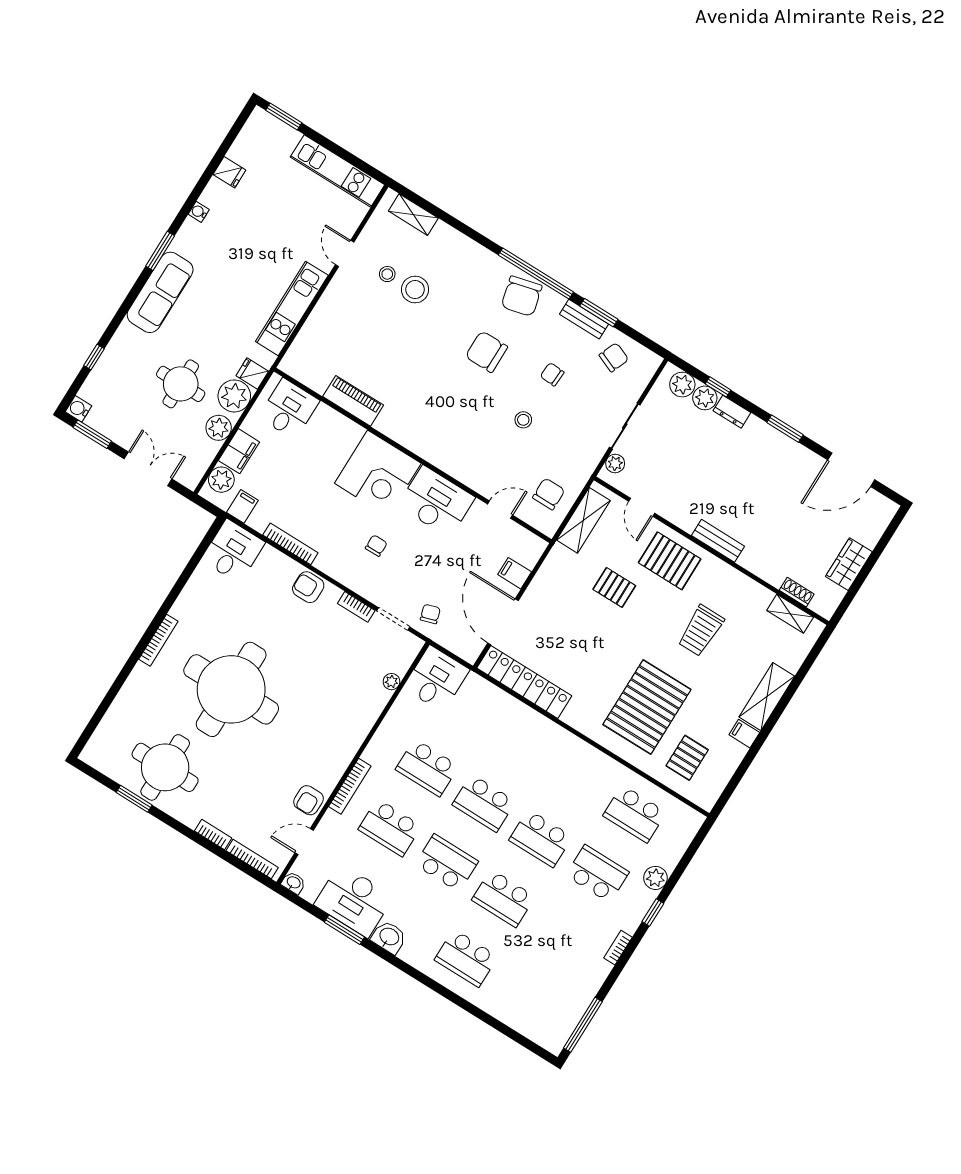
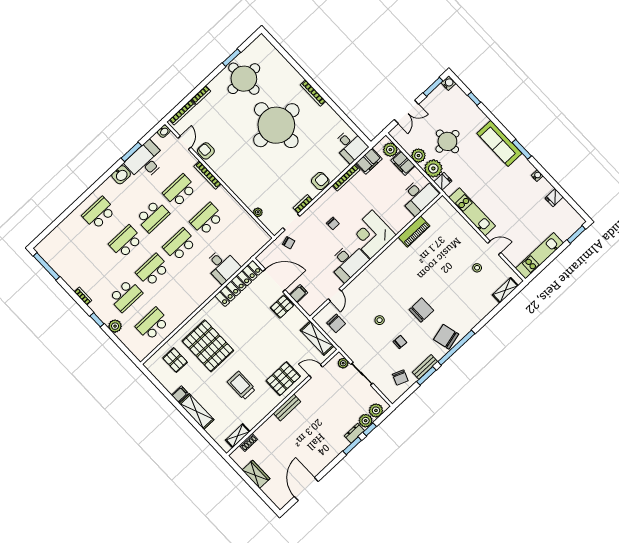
stool: (415, 290) -> (465, 281), removed
desk: (289, 409) -> (419, 196), width x1.37
window: (785, 429) -> (352, 446), moved
filing cabinet: (242, 506) -> (369, 161), width x2.00
pallet: (614, 587) -> (282, 307), moved
desk: (436, 679) -> (222, 266), moved

